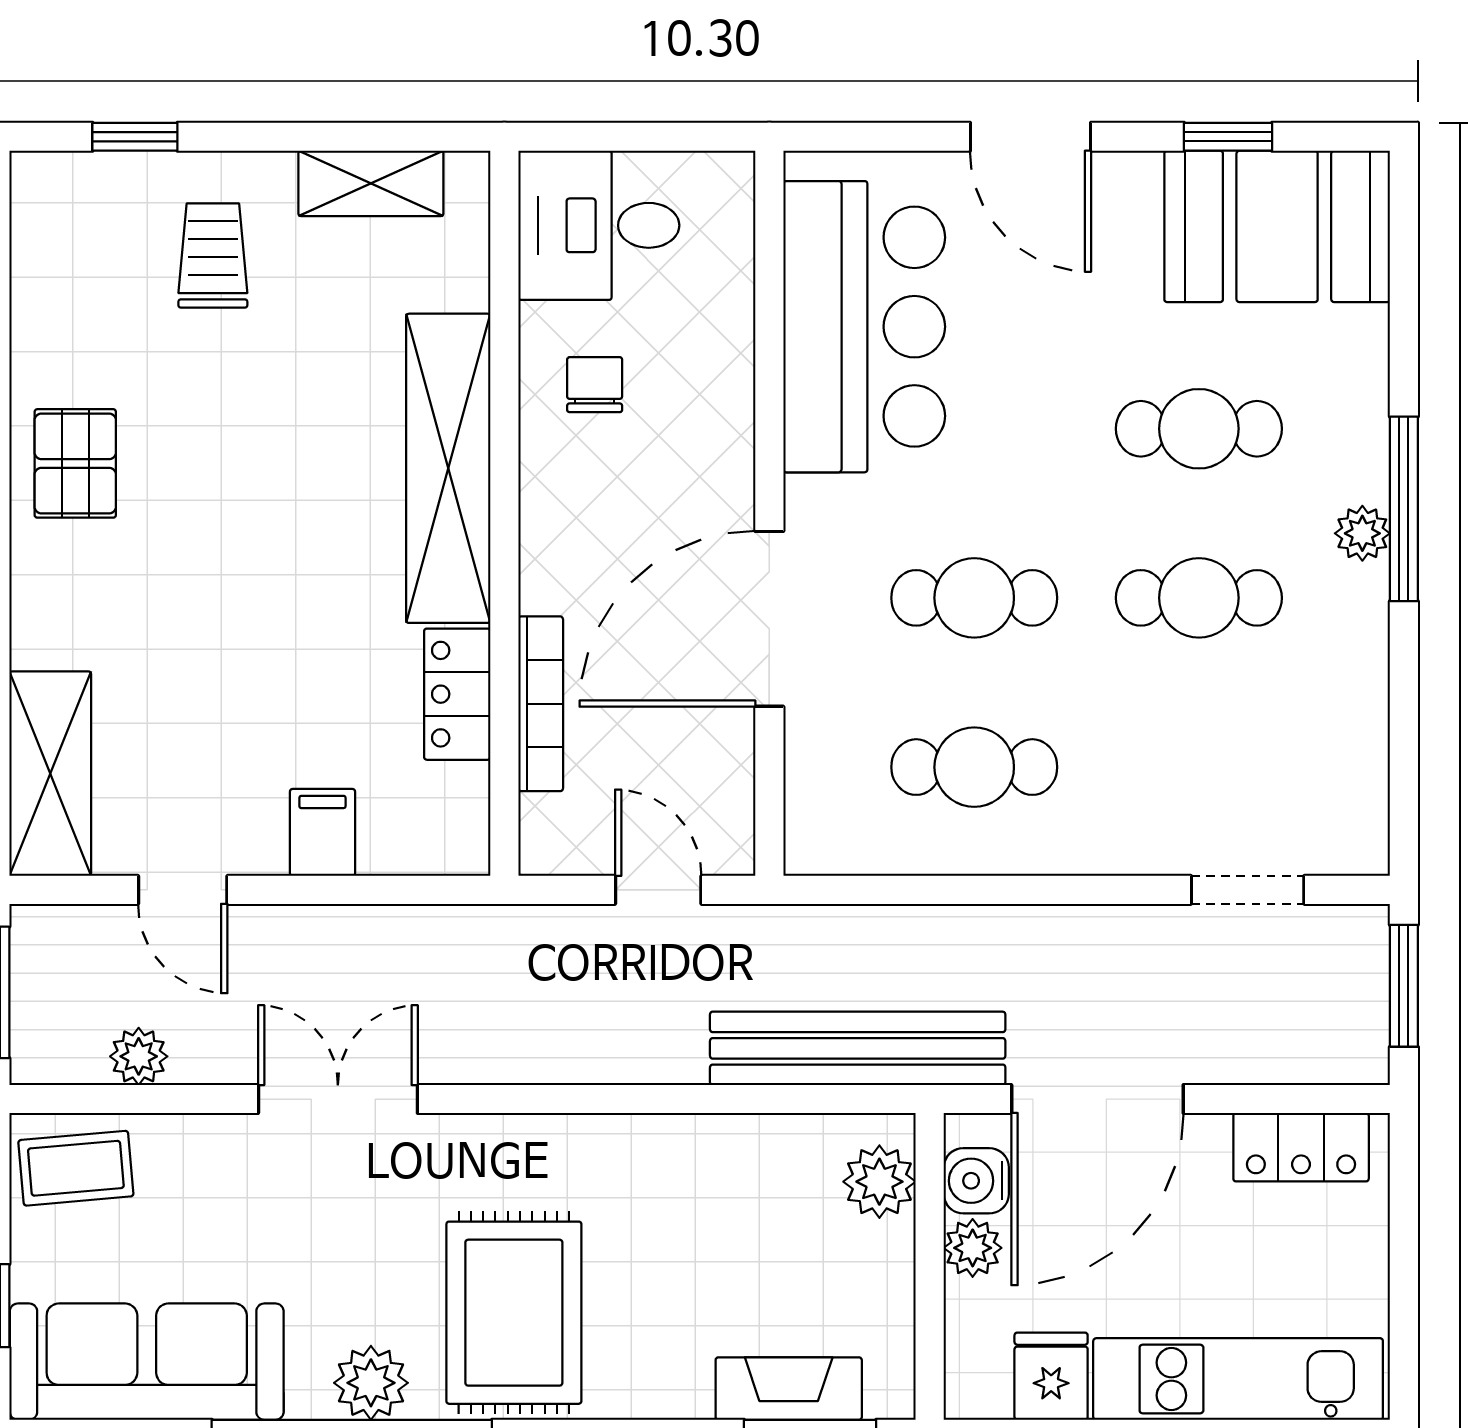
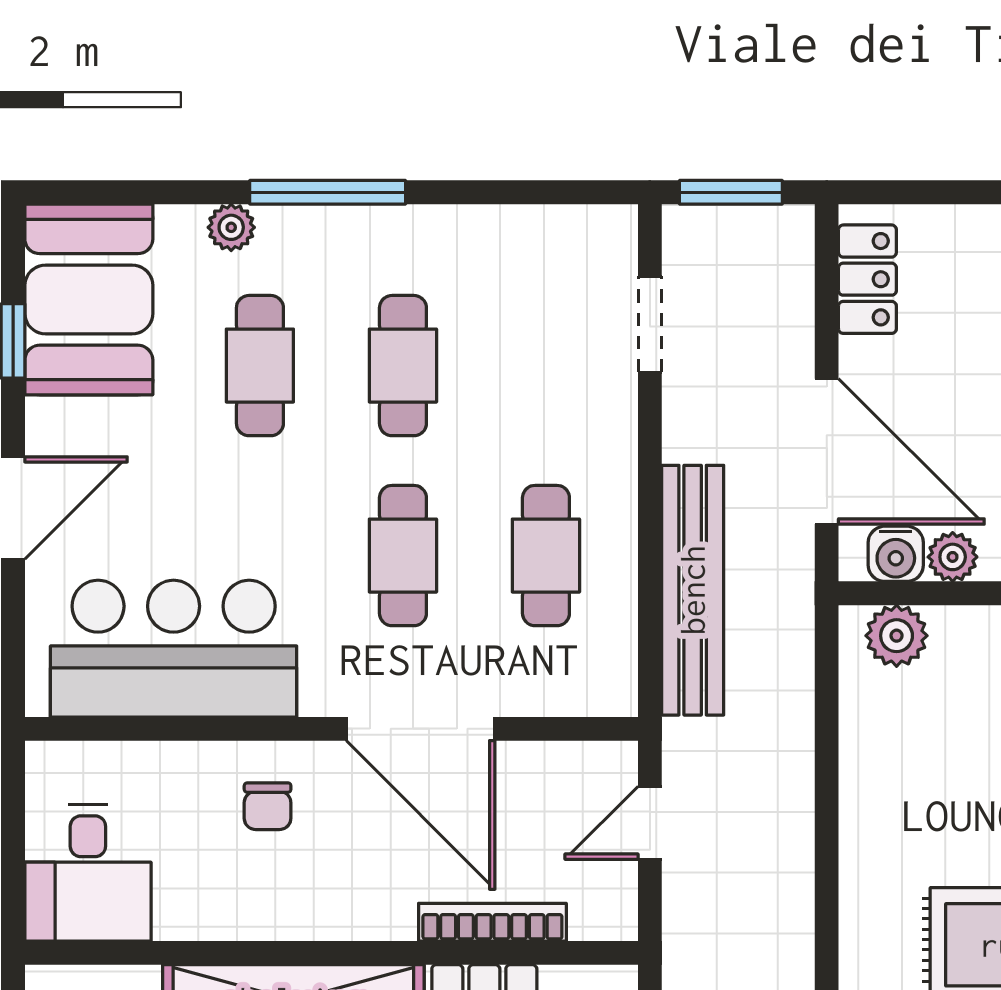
chair: (595, 385) -> (268, 806), moved, turned -90
plant: (1362, 533) -> (231, 227), moved
bench: (858, 1048) -> (693, 590), moved

